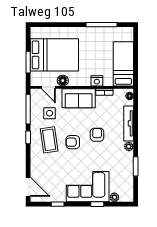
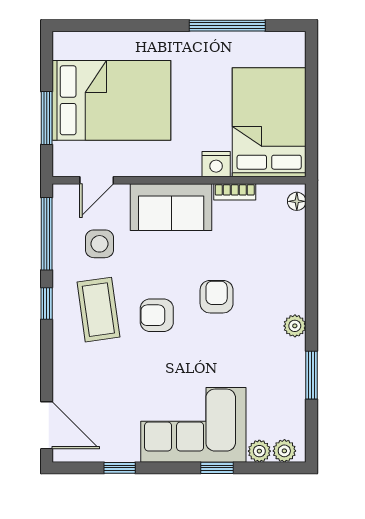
bed: (123, 64) -> (269, 122), width x1.50
floor lamp: (63, 81) -> (132, 163), removed
door: (48, 87) -> (97, 180), hinge flipped
tv unit: (129, 123) -> (294, 269), removed
plant: (125, 197) -> (284, 451), added

